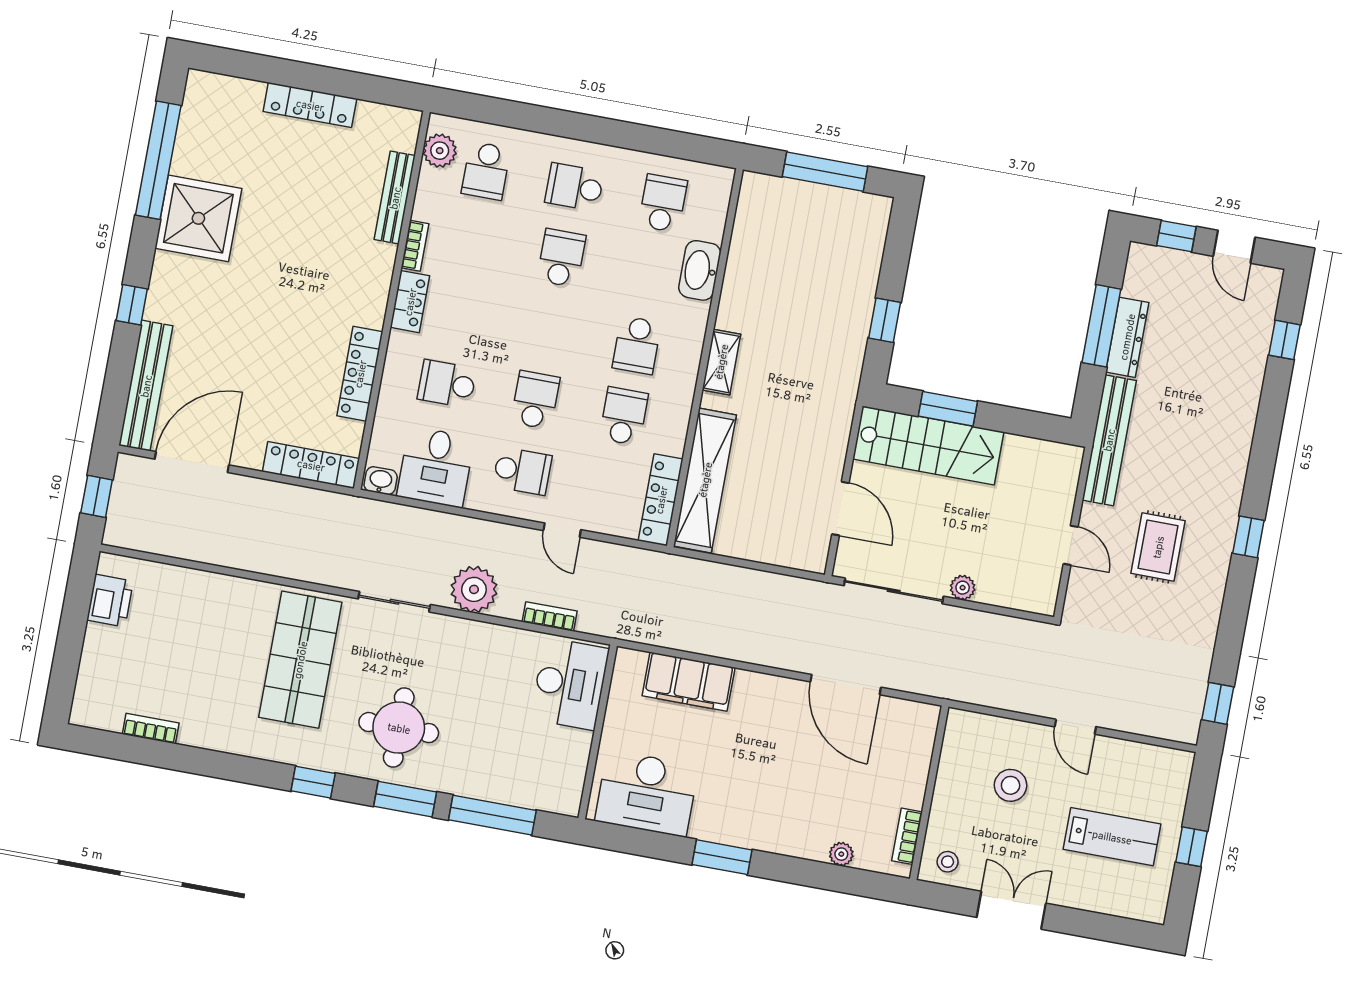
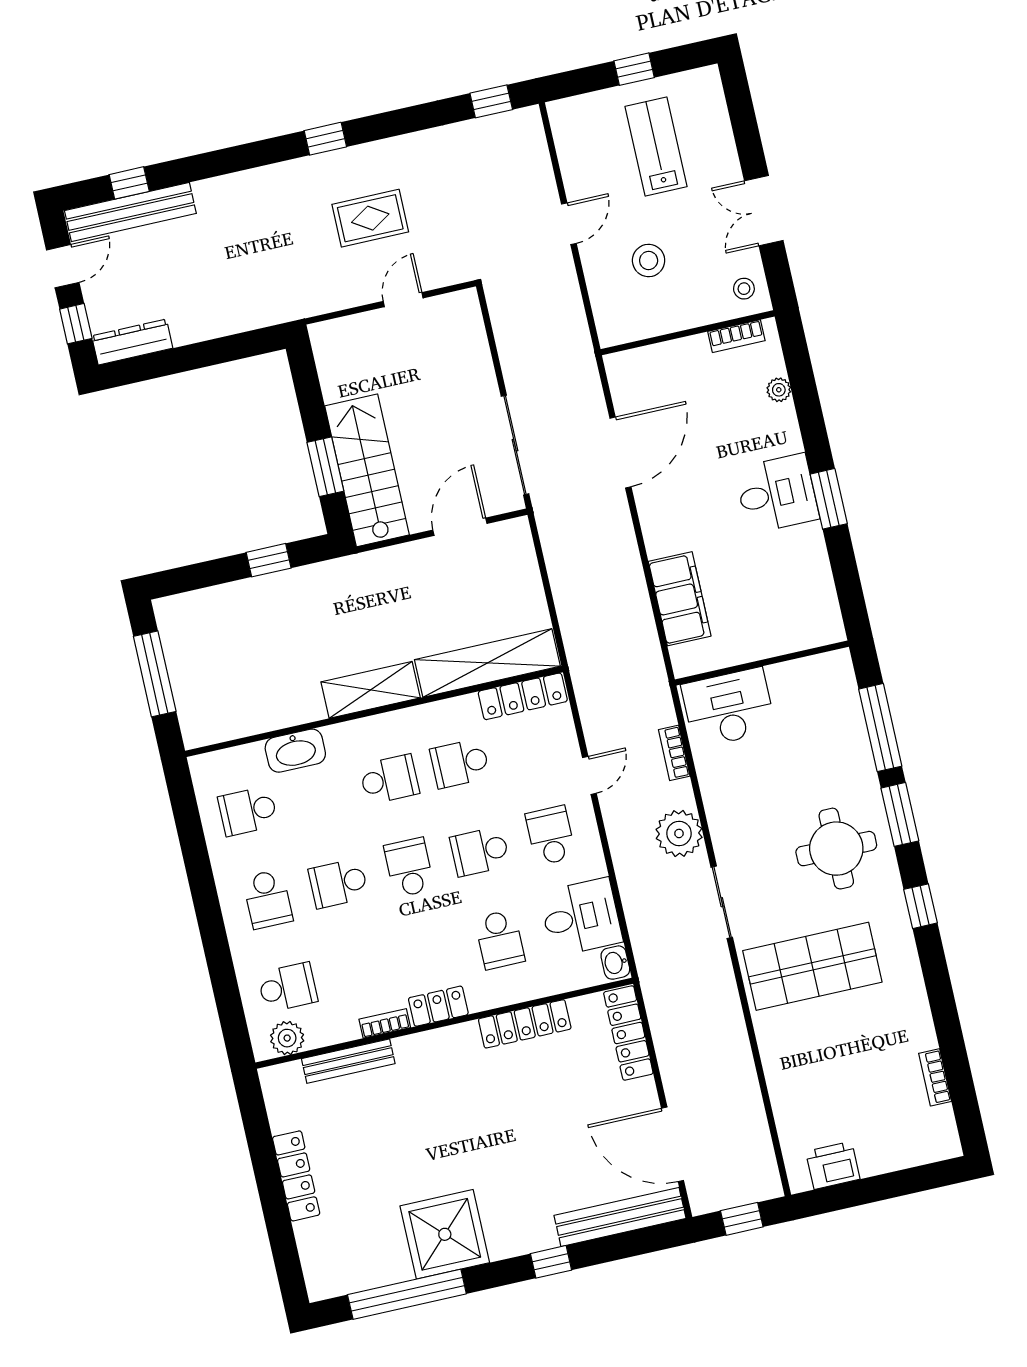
window: (1101, 326) -> (188, 358), removed
school desk: (548, 329) -> (409, 867), added
dresser: (1127, 337) -> (132, 342), moved
shelving: (721, 362) -> (371, 690), width x1.50, depth x1.33
bench: (1109, 440) -> (130, 212), moved
plant: (963, 588) -> (485, 383), removed
desk: (647, 793) -> (777, 494), moved, width x0.73

